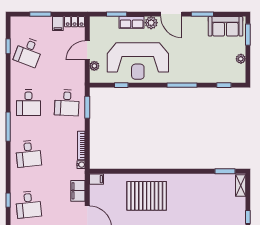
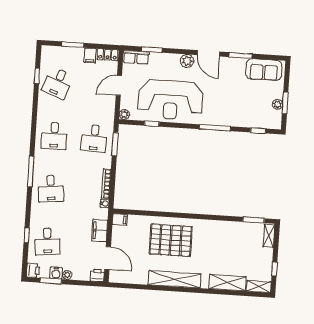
row of seats: (132, 22) -> (136, 57), moved
window: (248, 35) -> (285, 103), moved
plant: (94, 66) -> (124, 114), moved
window: (8, 127) -> (31, 171), moved

